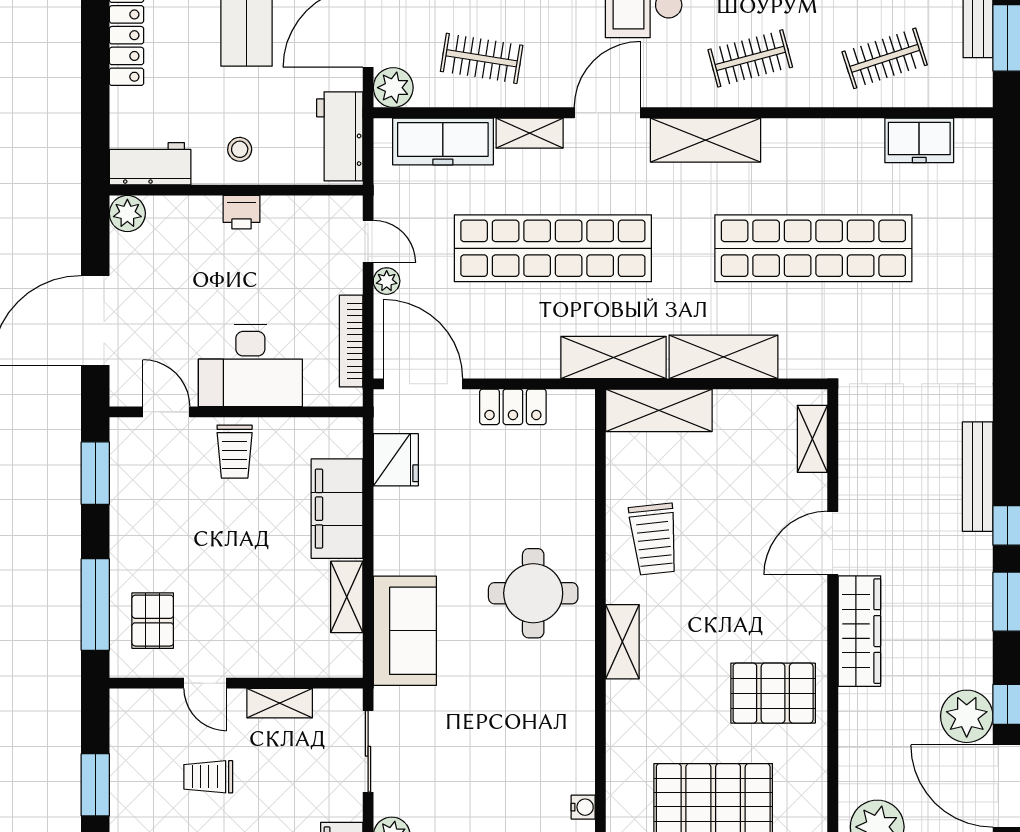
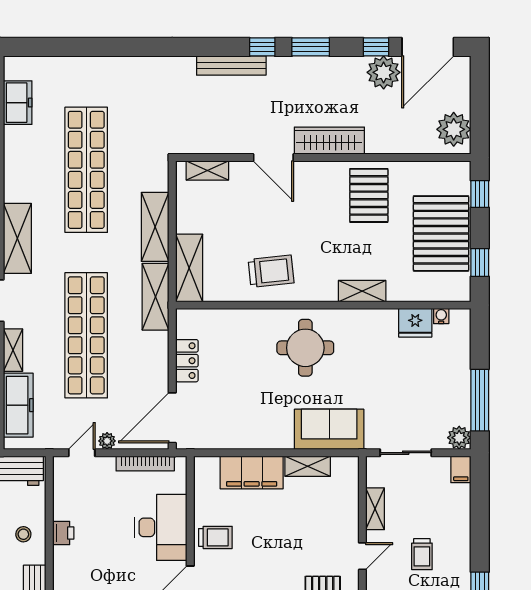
fridge: (396, 460) -> (415, 323), moved, turned 180
shelving: (622, 642) -> (362, 291), moved

